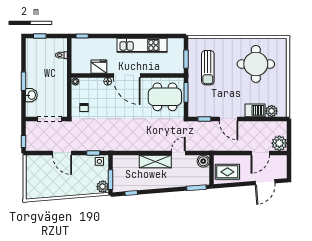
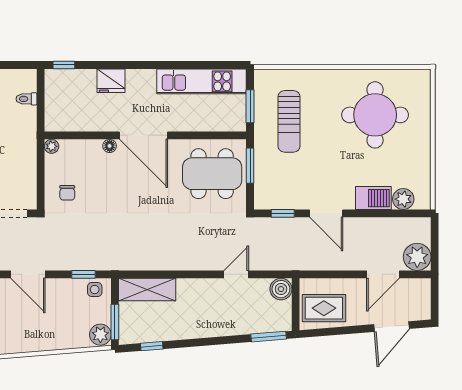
kitchen unit: (142, 45) -> (202, 81), moved
fridge: (99, 67) -> (111, 81), moved, turned 180
shelving: (155, 161) -> (147, 290), moved

